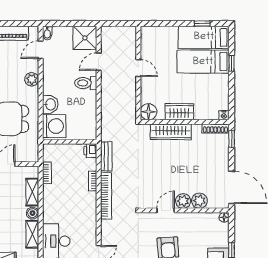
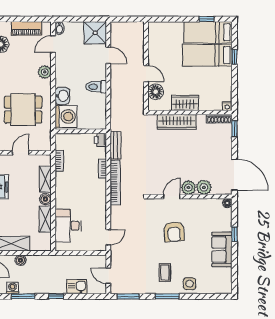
door: (99, 62) -> (108, 55), swing flipped
door: (138, 68) -> (146, 74), moved
toilet: (86, 83) -> (96, 87), moved
floor lamp: (149, 112) -> (156, 92), moved

